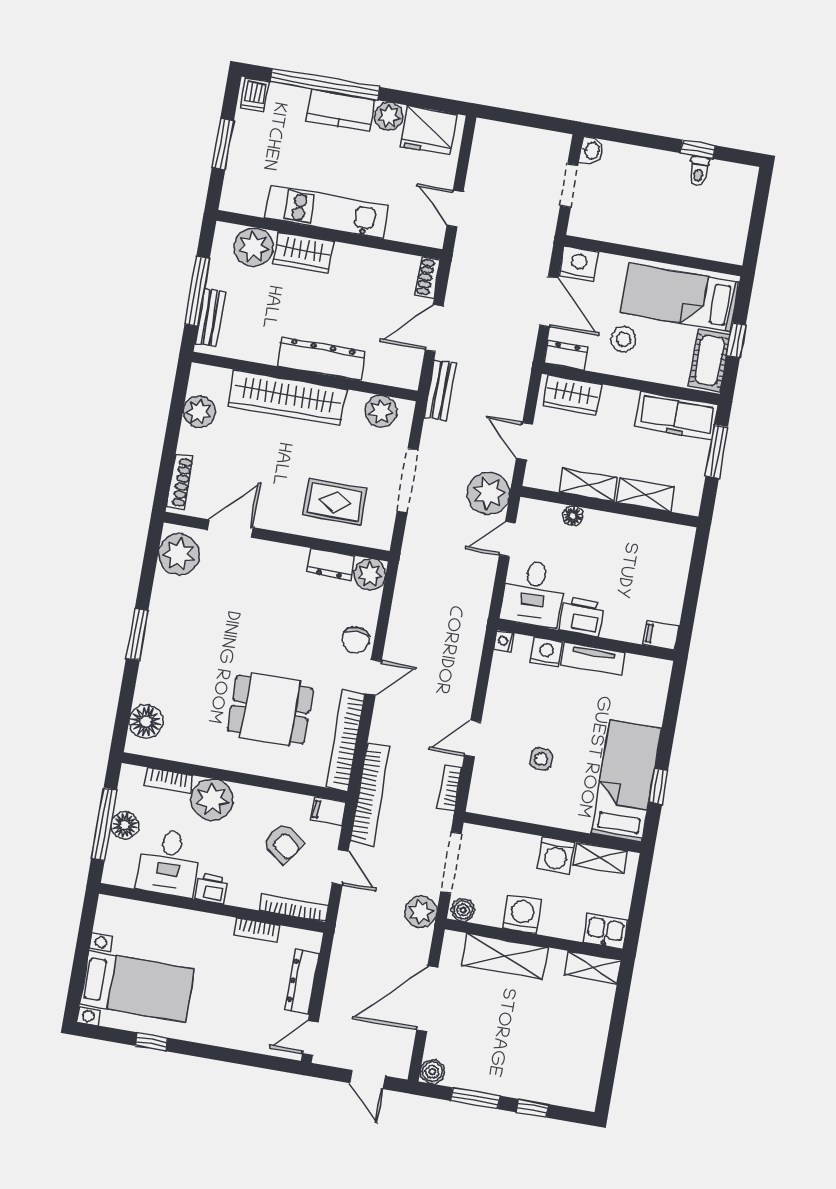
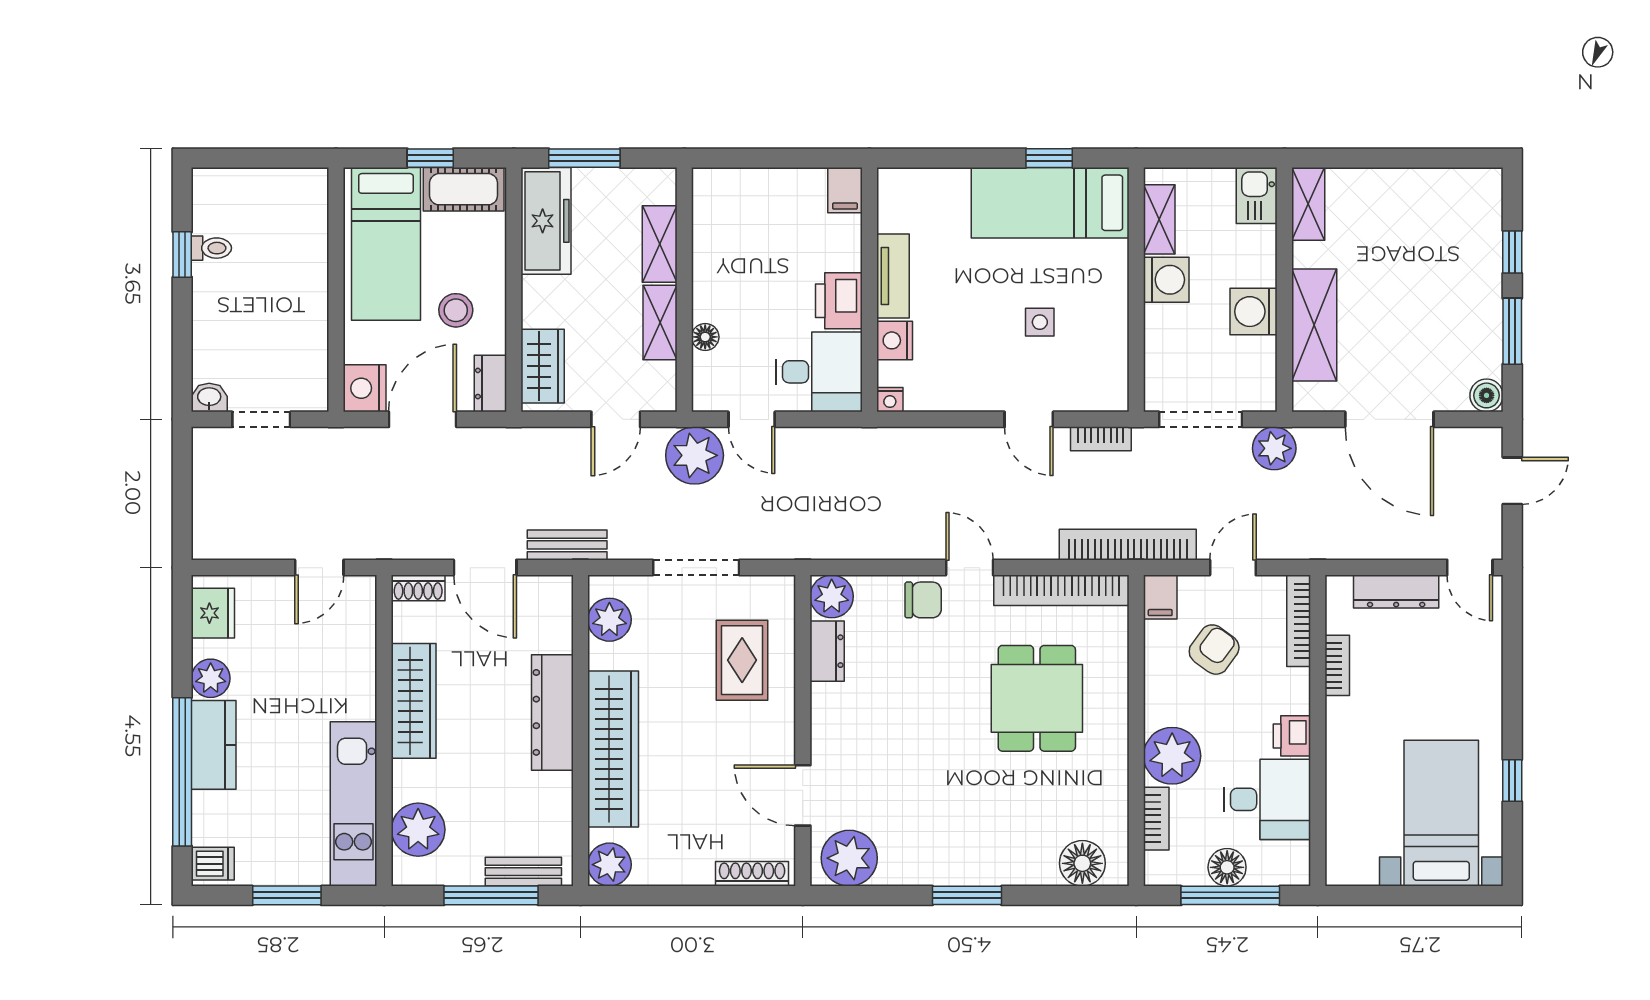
fridge: (428, 130) -> (213, 613), width x0.73, depth x0.75
kitchen unit: (327, 212) -> (353, 804), moved
wardrobe: (303, 252) -> (414, 701), moved, width x1.50
plant: (199, 412) -> (609, 865), moved
boiler: (463, 910) -> (1262, 392), removed

